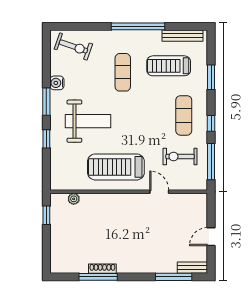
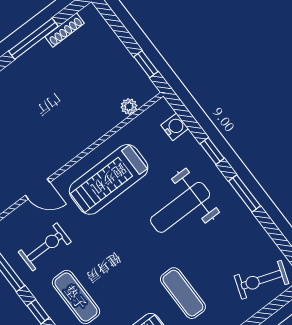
water cooler: (57, 83) -> (175, 127), moved
treadmill: (116, 167) -> (109, 179), turned 180
shoe rack: (102, 269) -> (65, 30), moved

